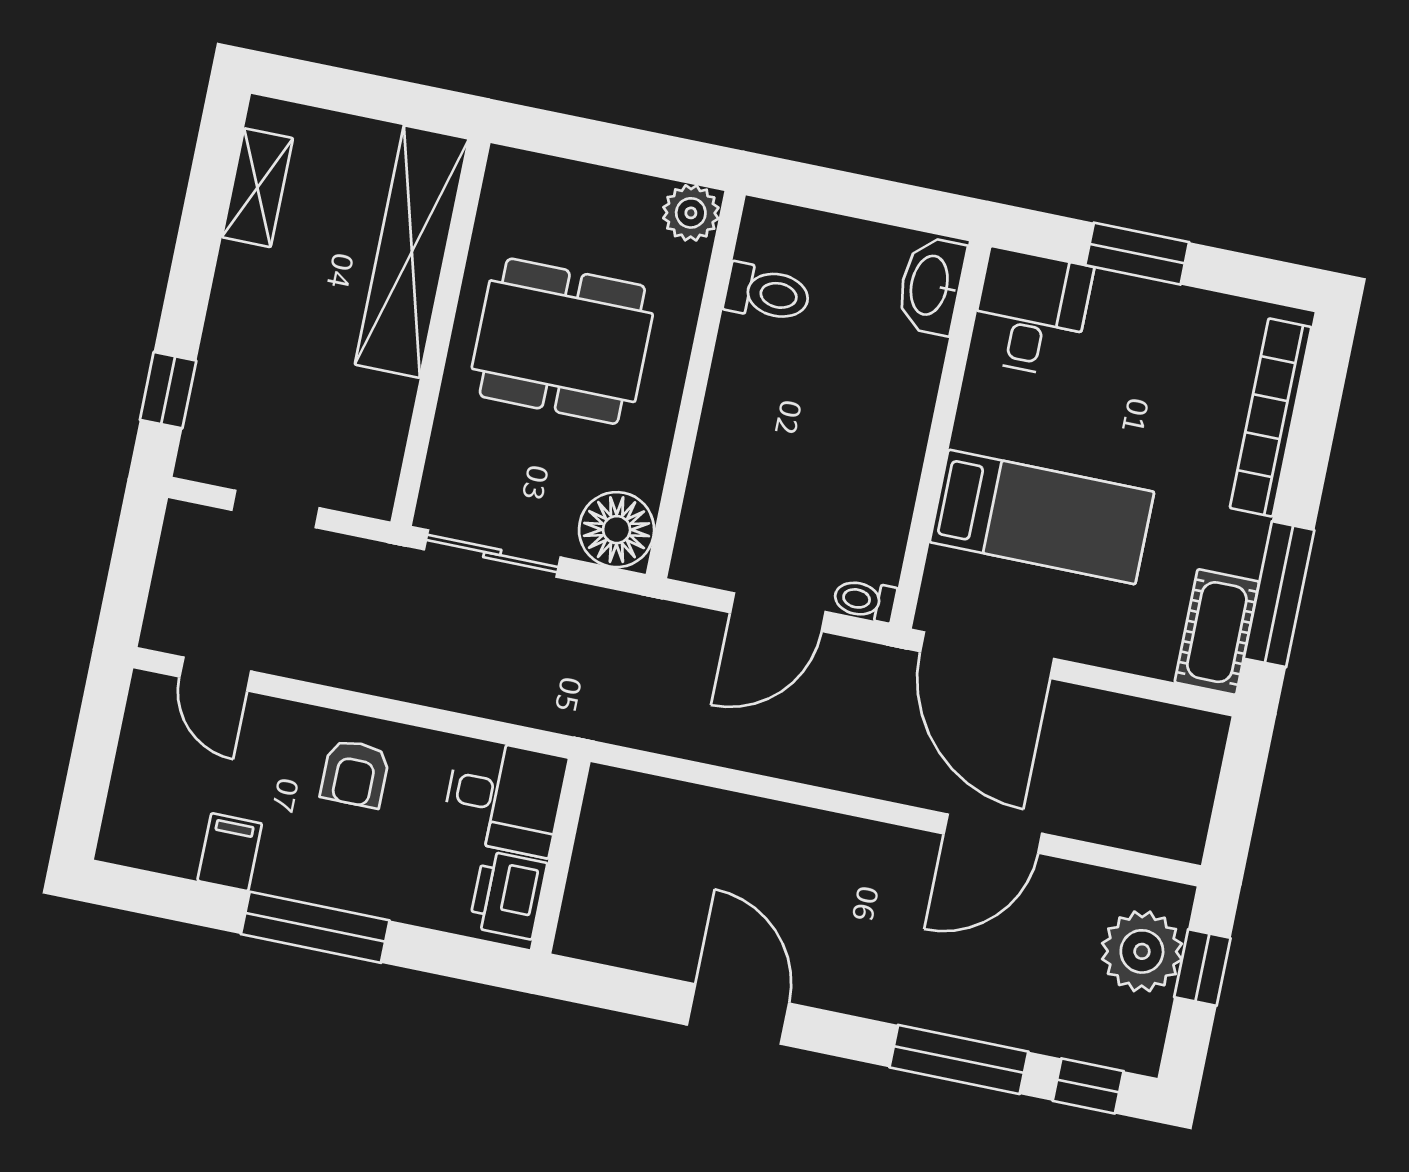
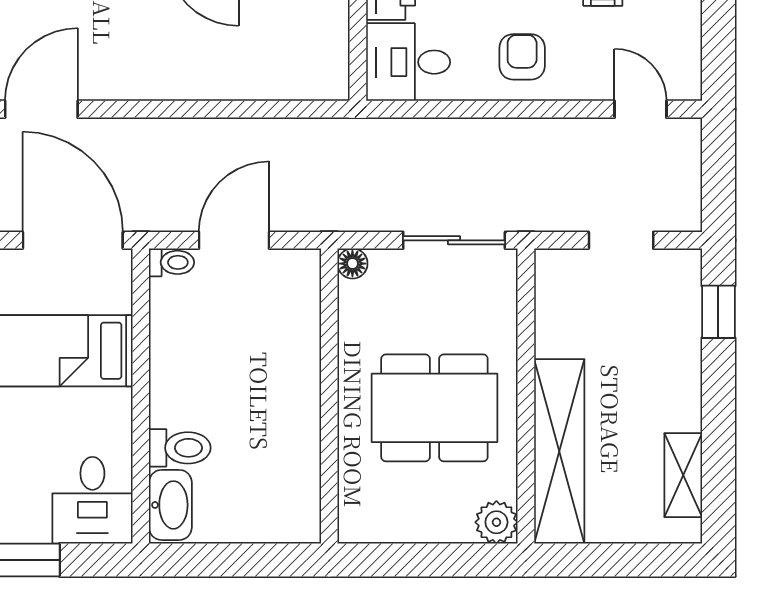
plant: (691, 213) -> (496, 522), moved
toilet: (767, 293) -> (180, 448), moved, turned 180
floor lamp: (617, 530) -> (352, 264), width x0.53, depth x0.53

